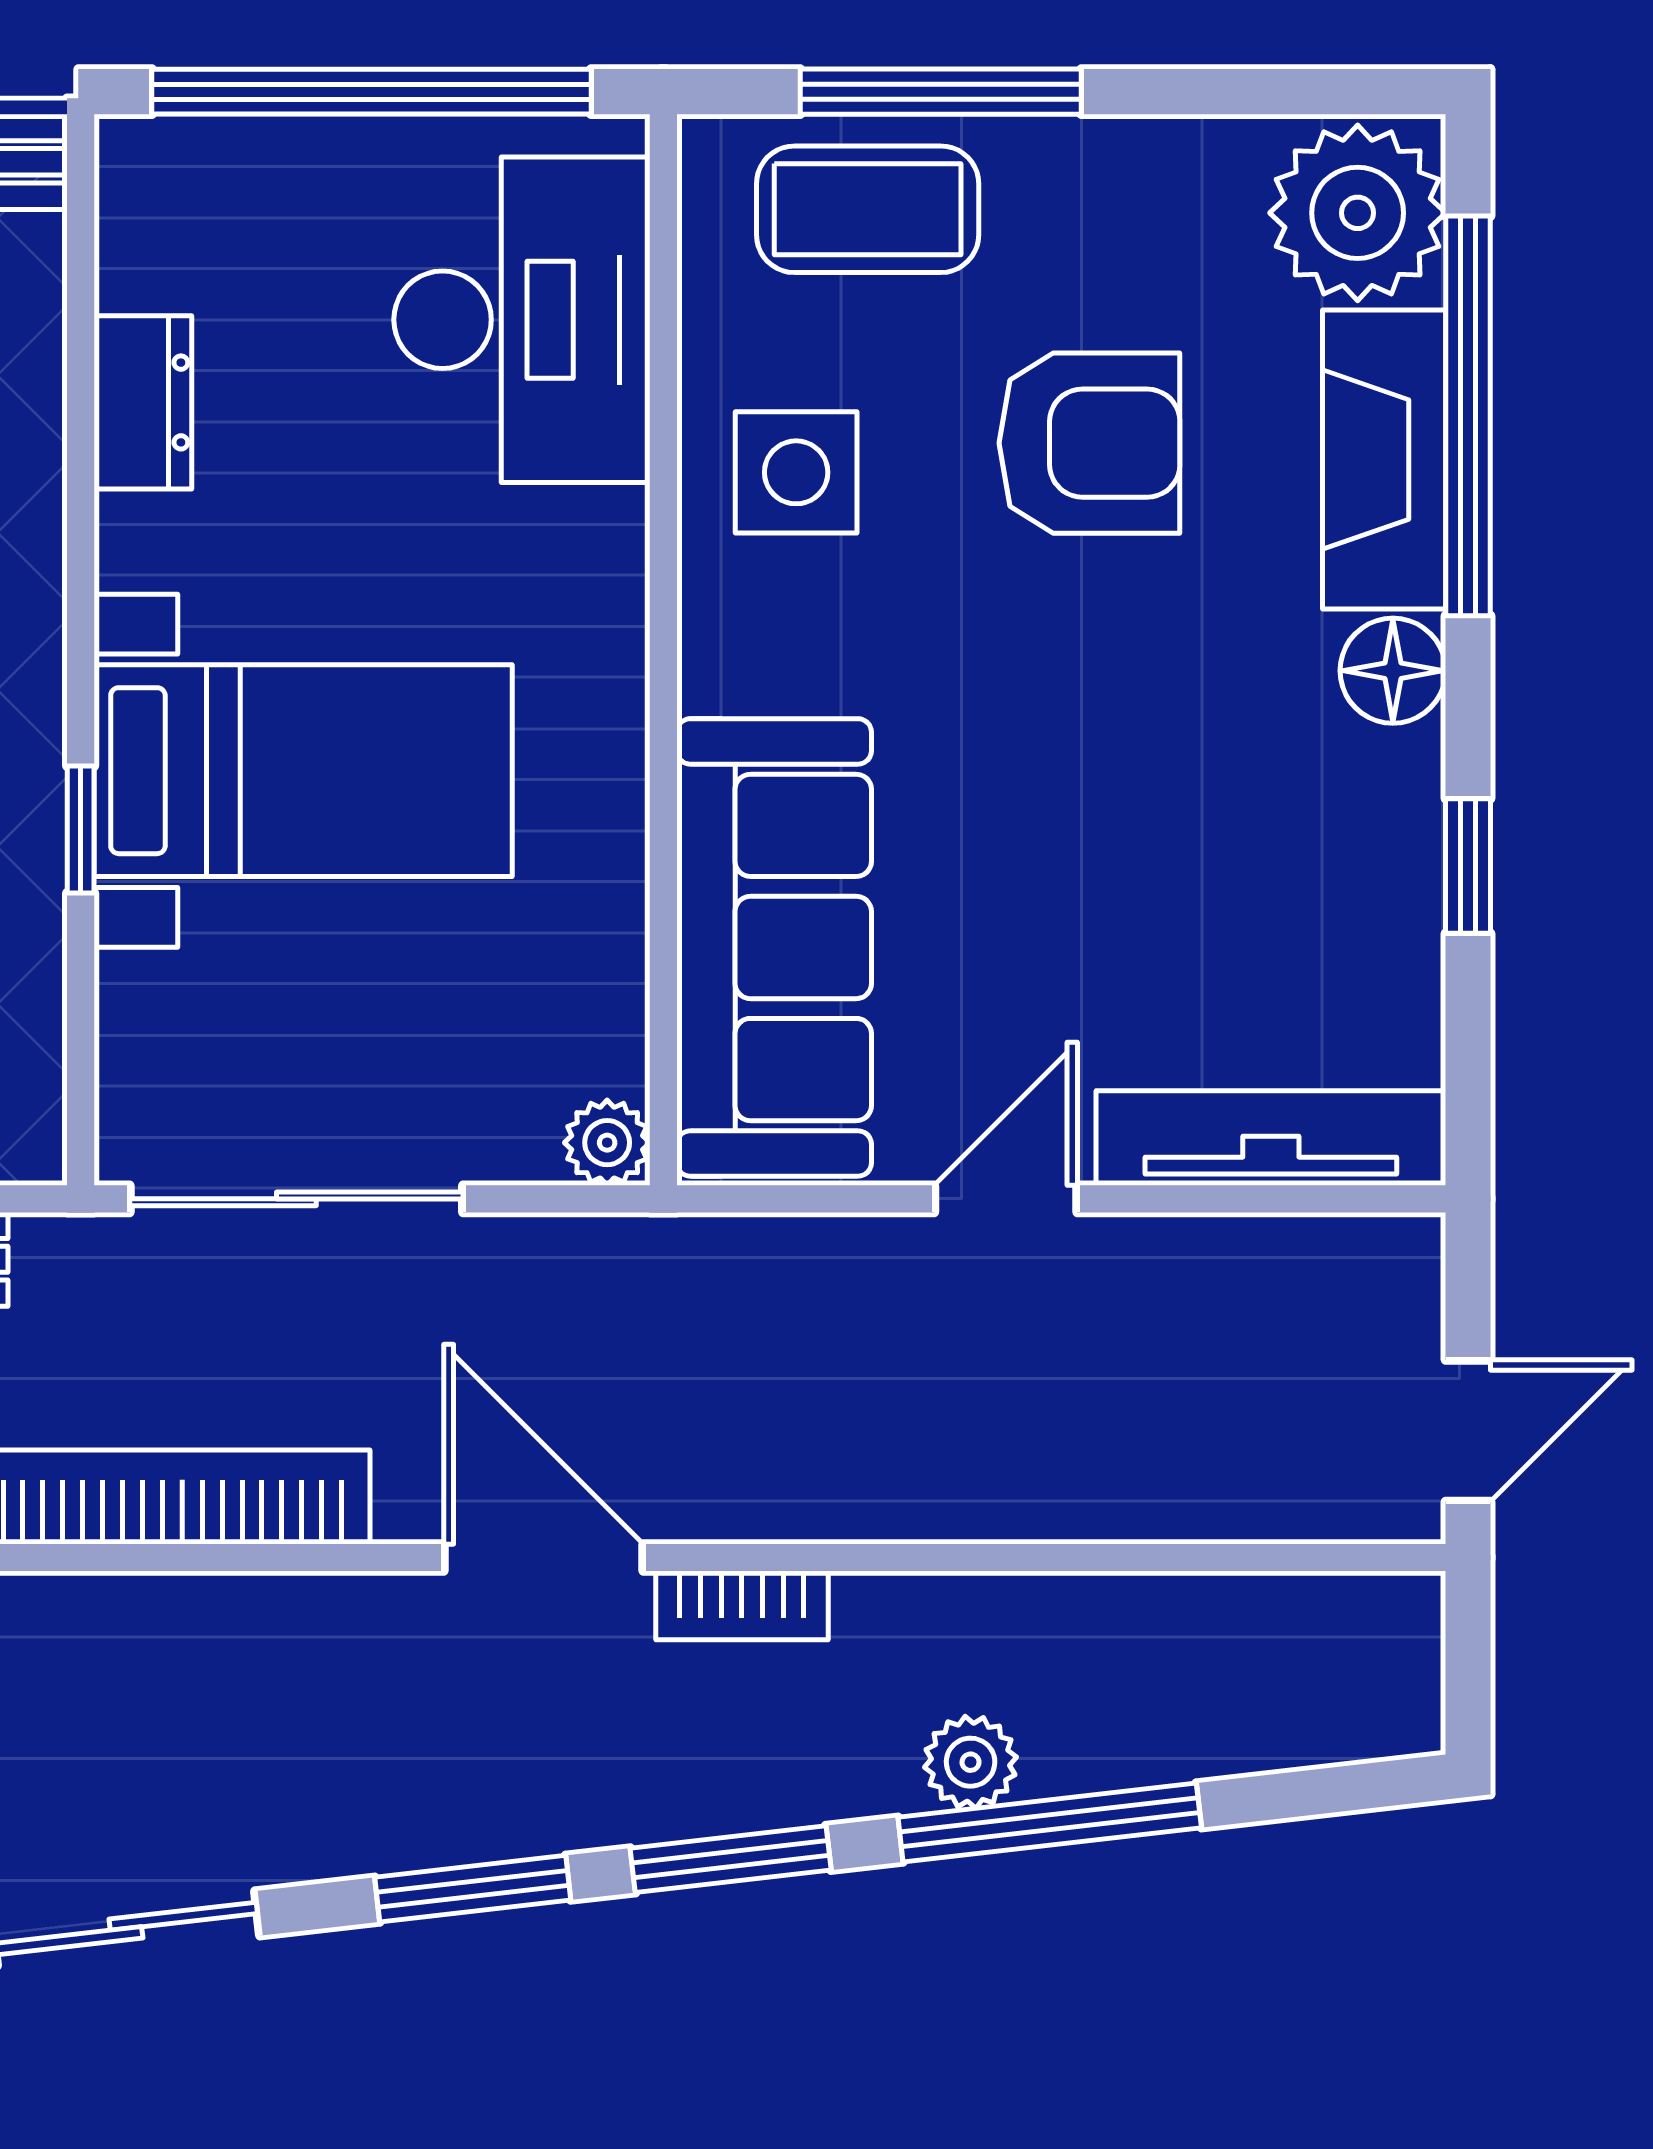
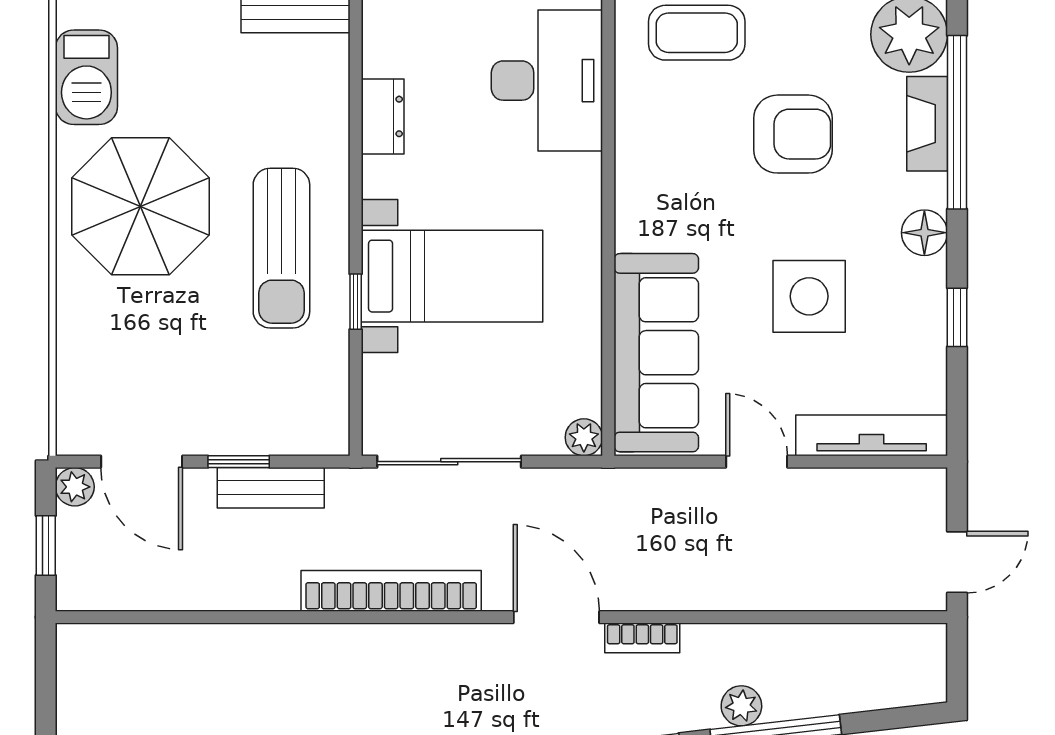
fireplace: (1384, 459) -> (927, 124), width x0.73, depth x0.76
side table: (796, 472) -> (809, 296), moved, width x1.37, depth x1.37
door: (1006, 1199) -> (757, 462), hinge flipped

